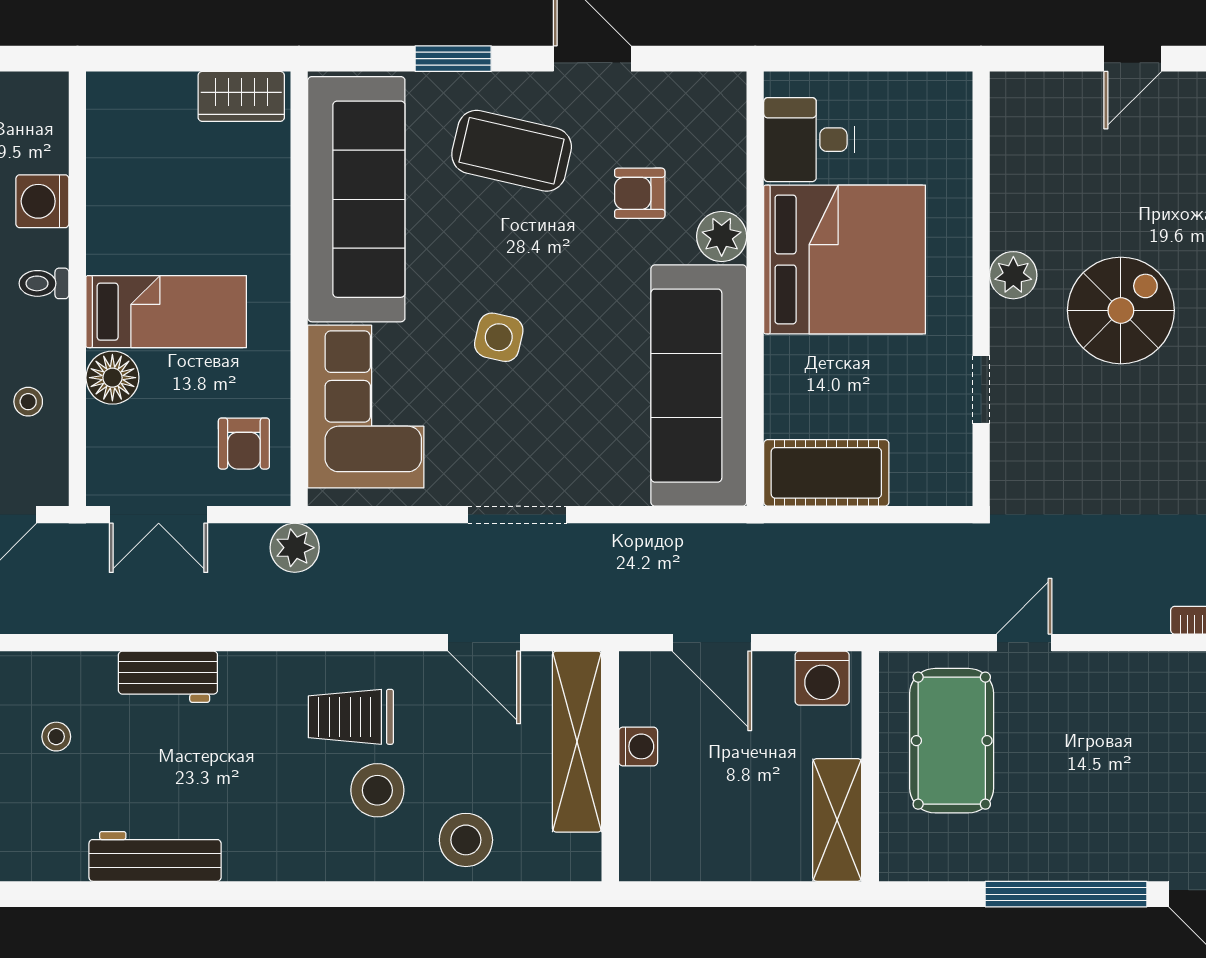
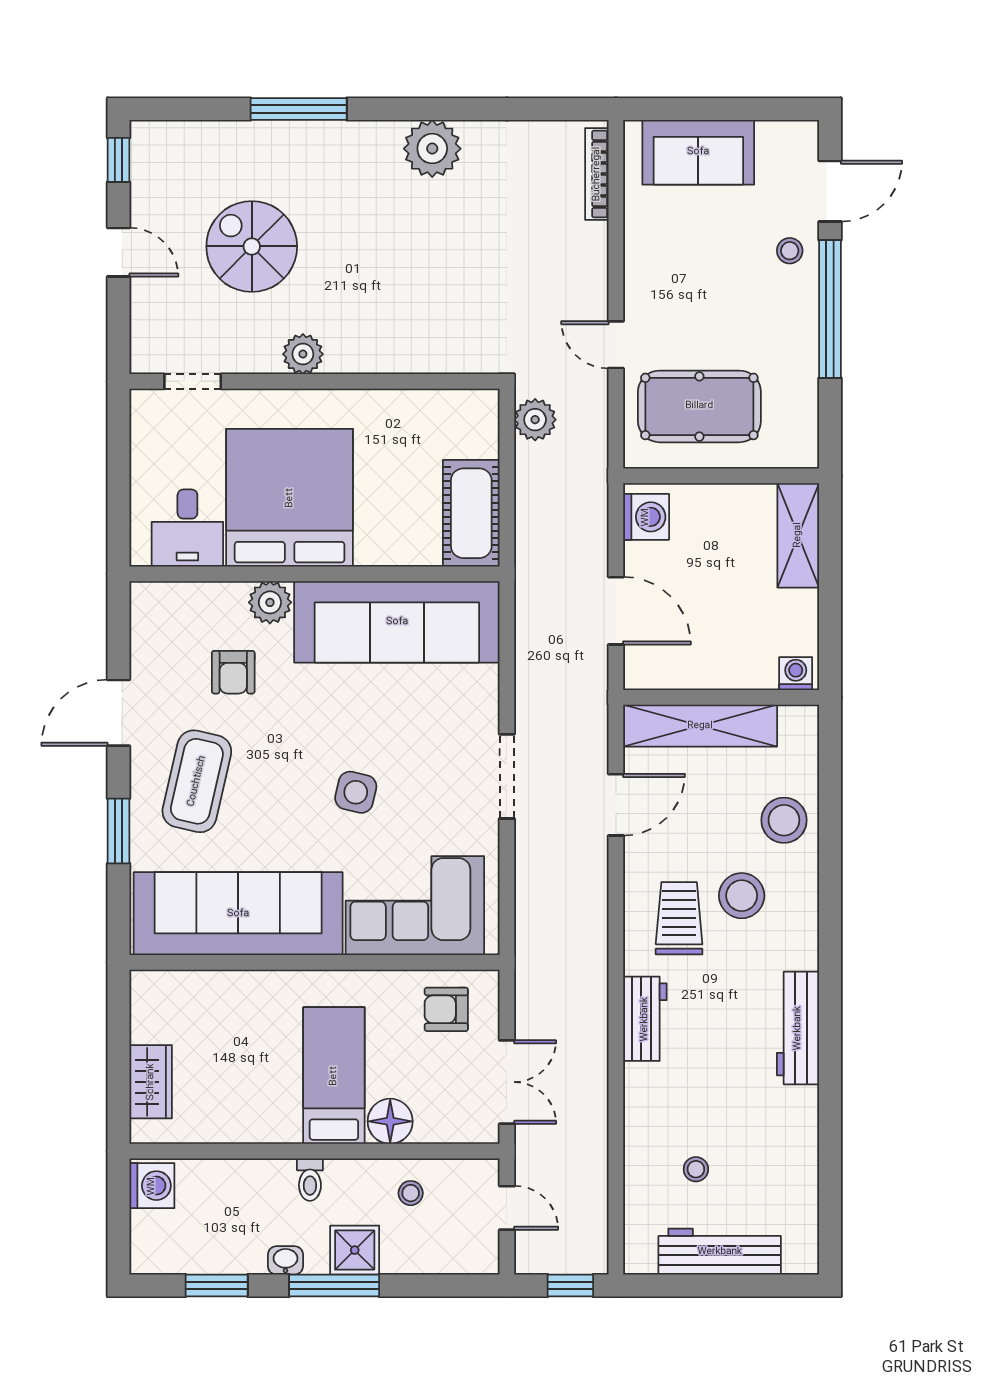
wardrobe: (241, 96) -> (151, 1082), moved
washing machine: (42, 201) -> (152, 1186), moved, turned -90
spiral stairs: (1121, 310) -> (252, 246), moved
doorway: (981, 390) -> (193, 381), moved
armchair: (244, 444) -> (446, 1009), turned 180
plant: (295, 548) -> (535, 420), moved
door: (712, 643) -> (616, 611), hinge flipped
workbench: (168, 677) -> (645, 1019), moved
trolley: (351, 717) -> (679, 918), turned 180
washing machine: (638, 746) -> (796, 674), moved
shelving: (837, 820) -> (798, 535), moved, turned 90
stool: (1135, 847) -> (790, 251), added
workbench: (155, 856) -> (798, 1028), moved

